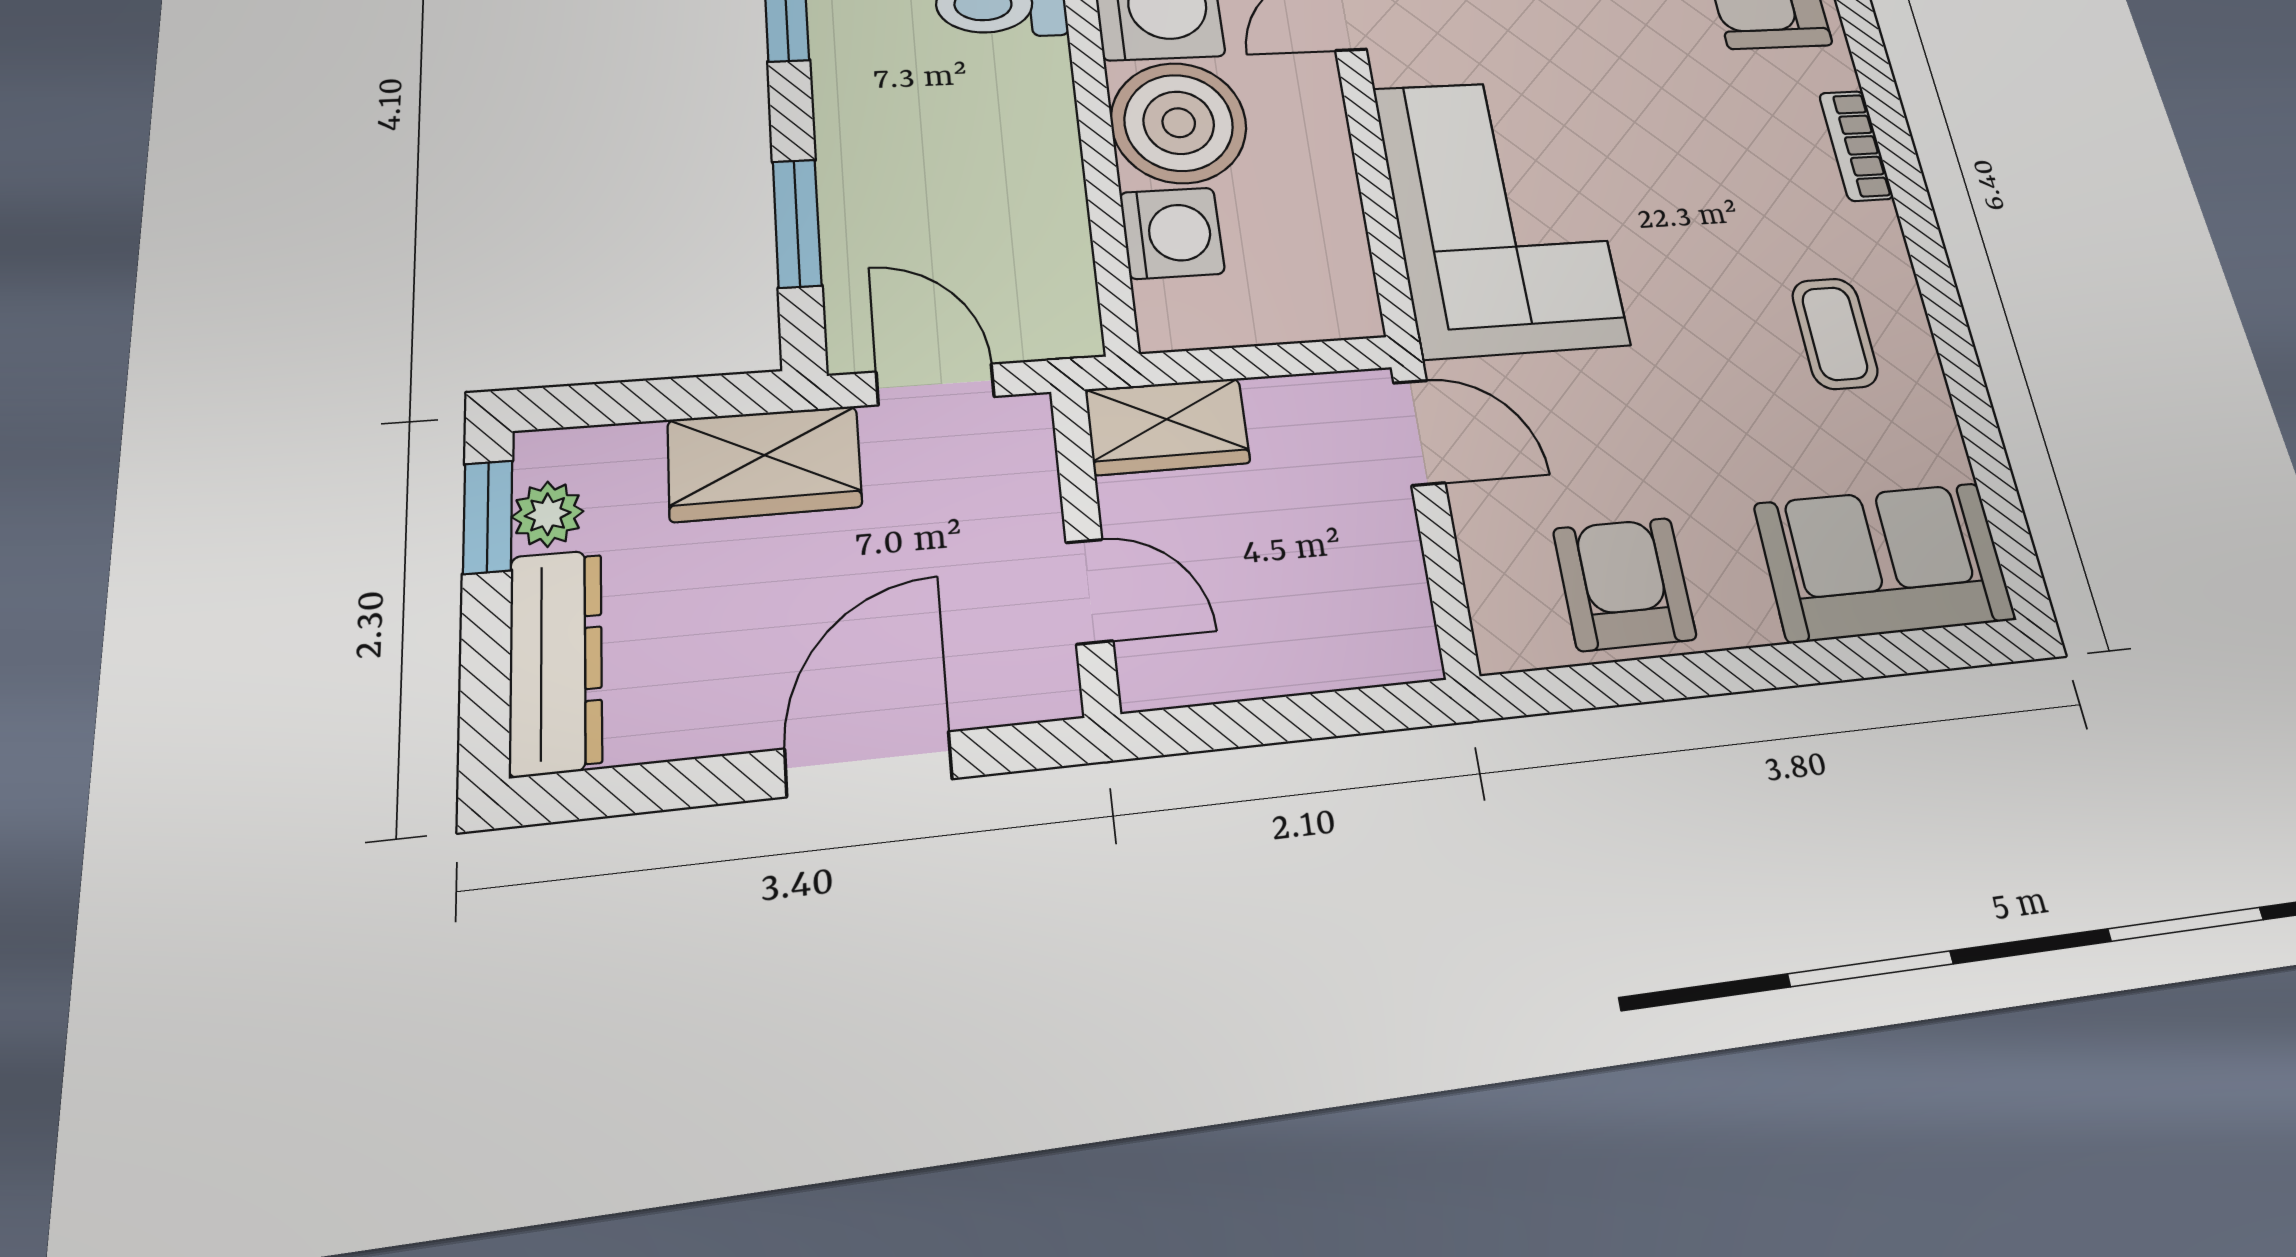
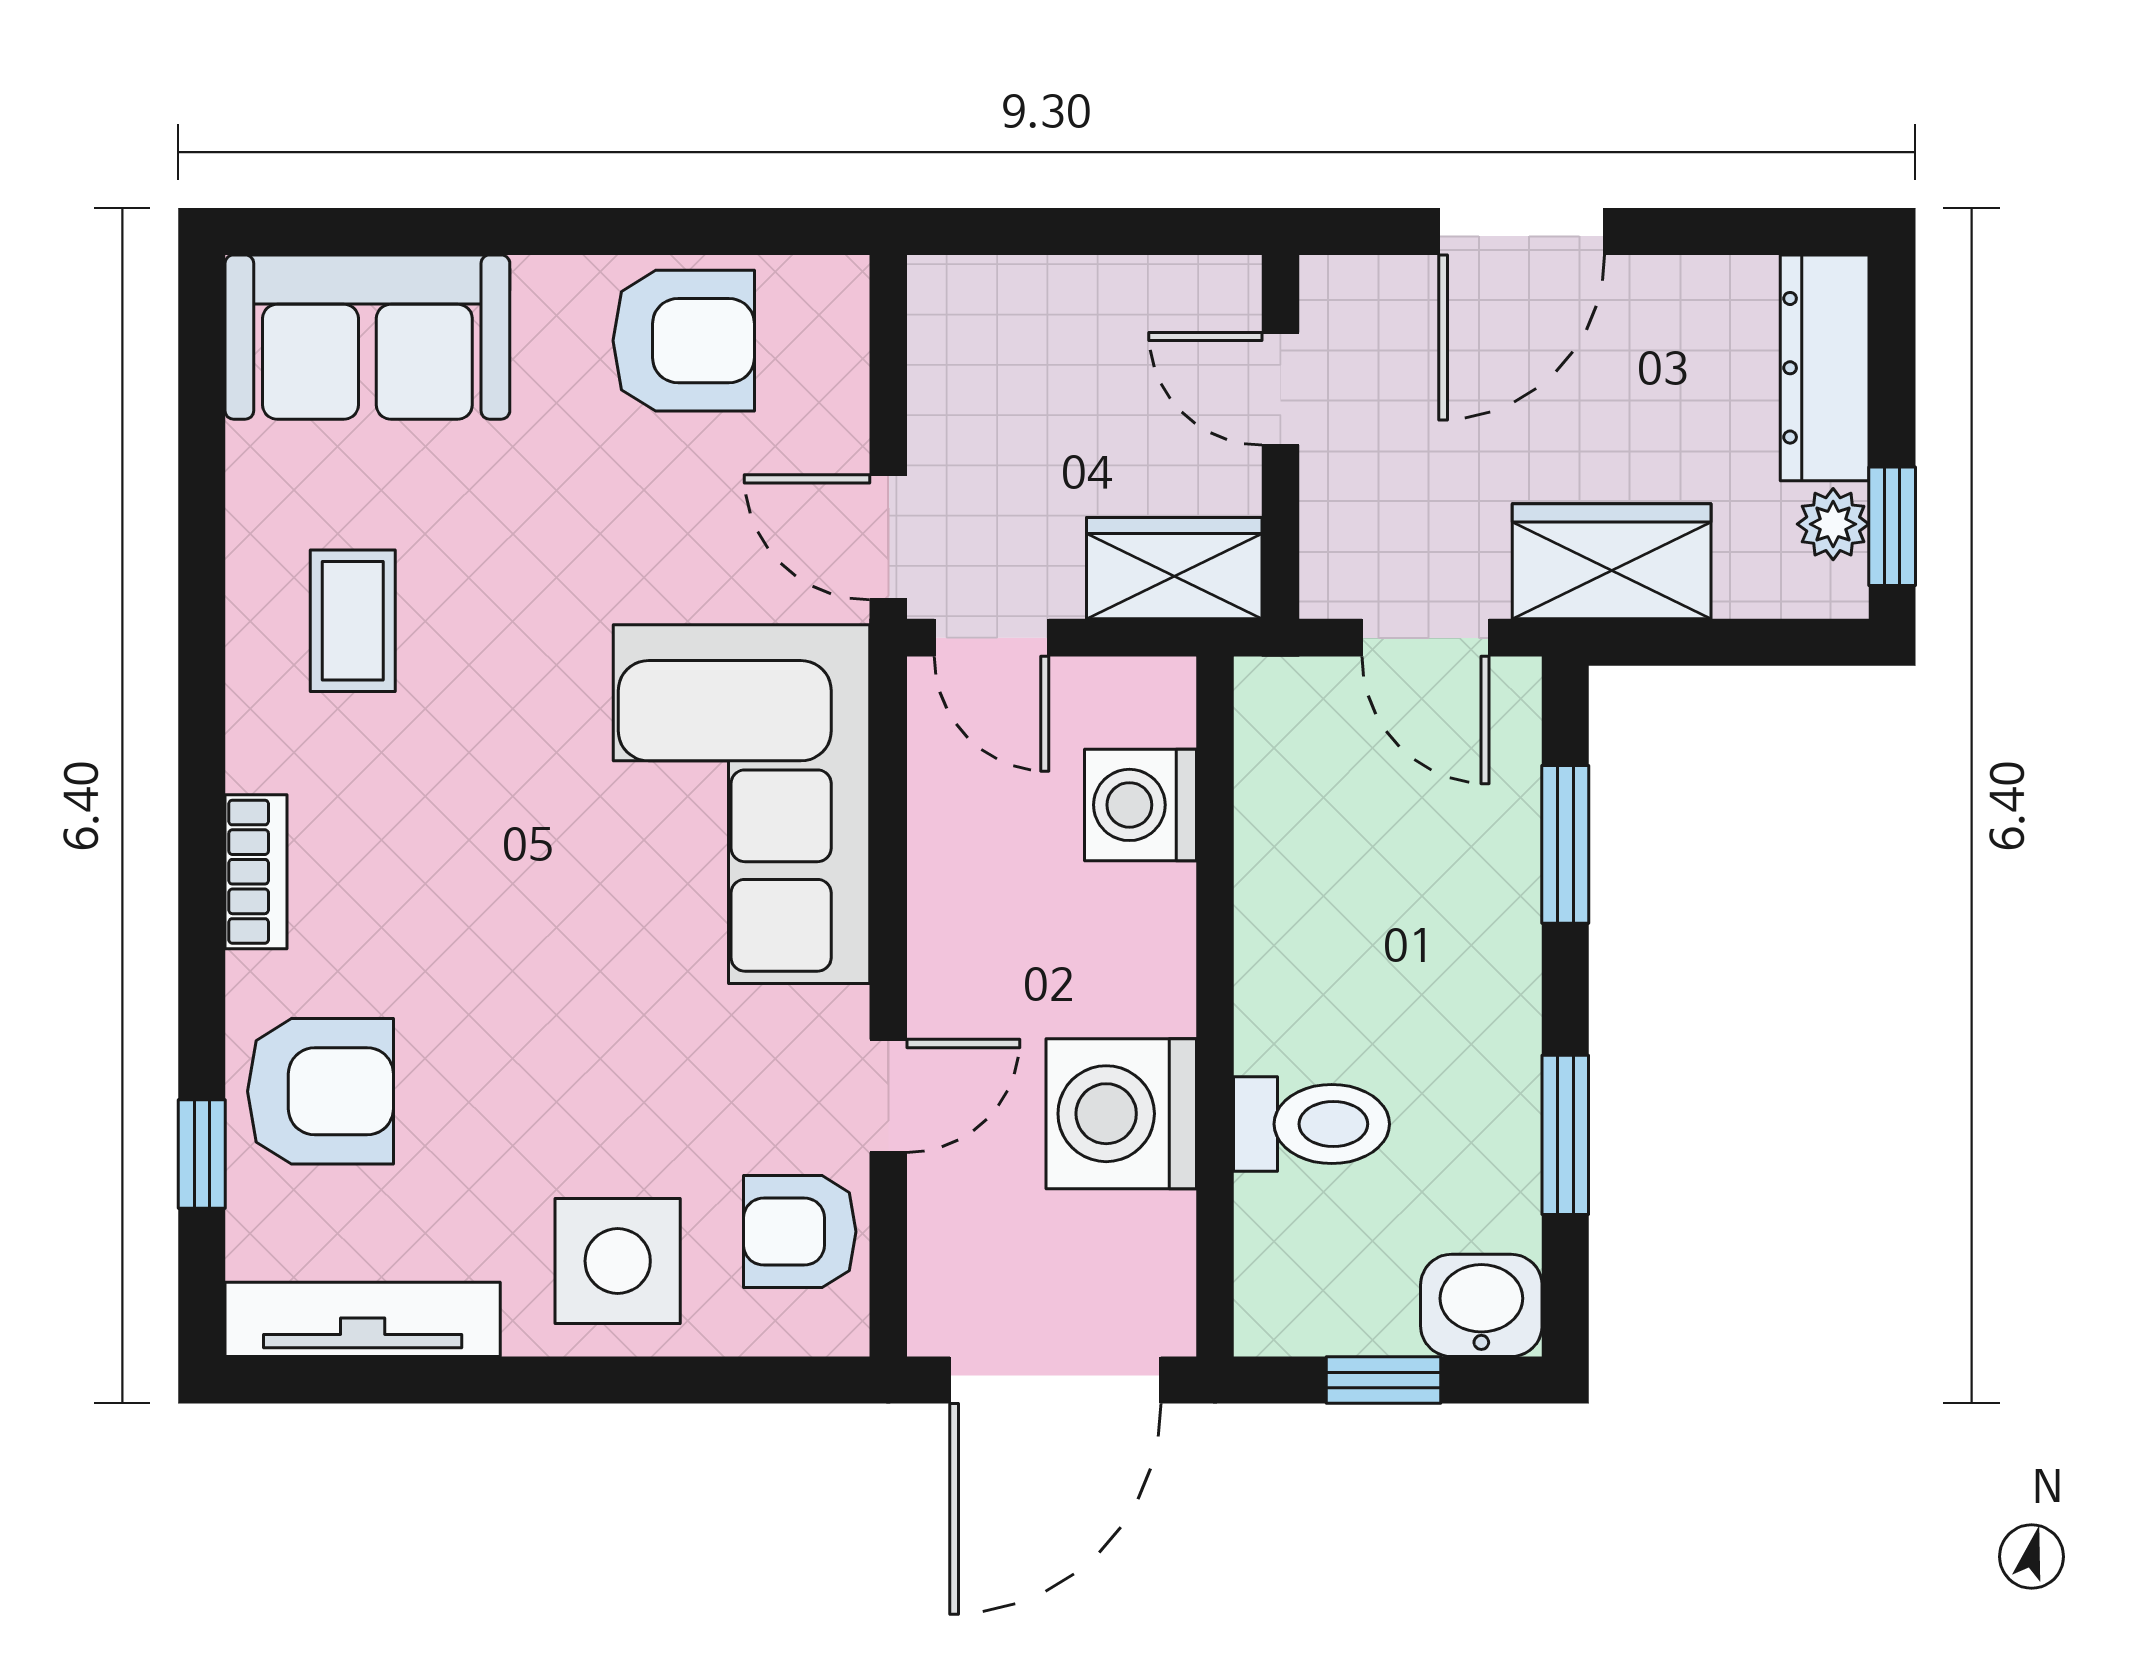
boiler: (1179, 123) -> (1115, 950), removed
door: (1318, 357) -> (992, 638), added
armchair: (1625, 584) -> (684, 341), turned -90

